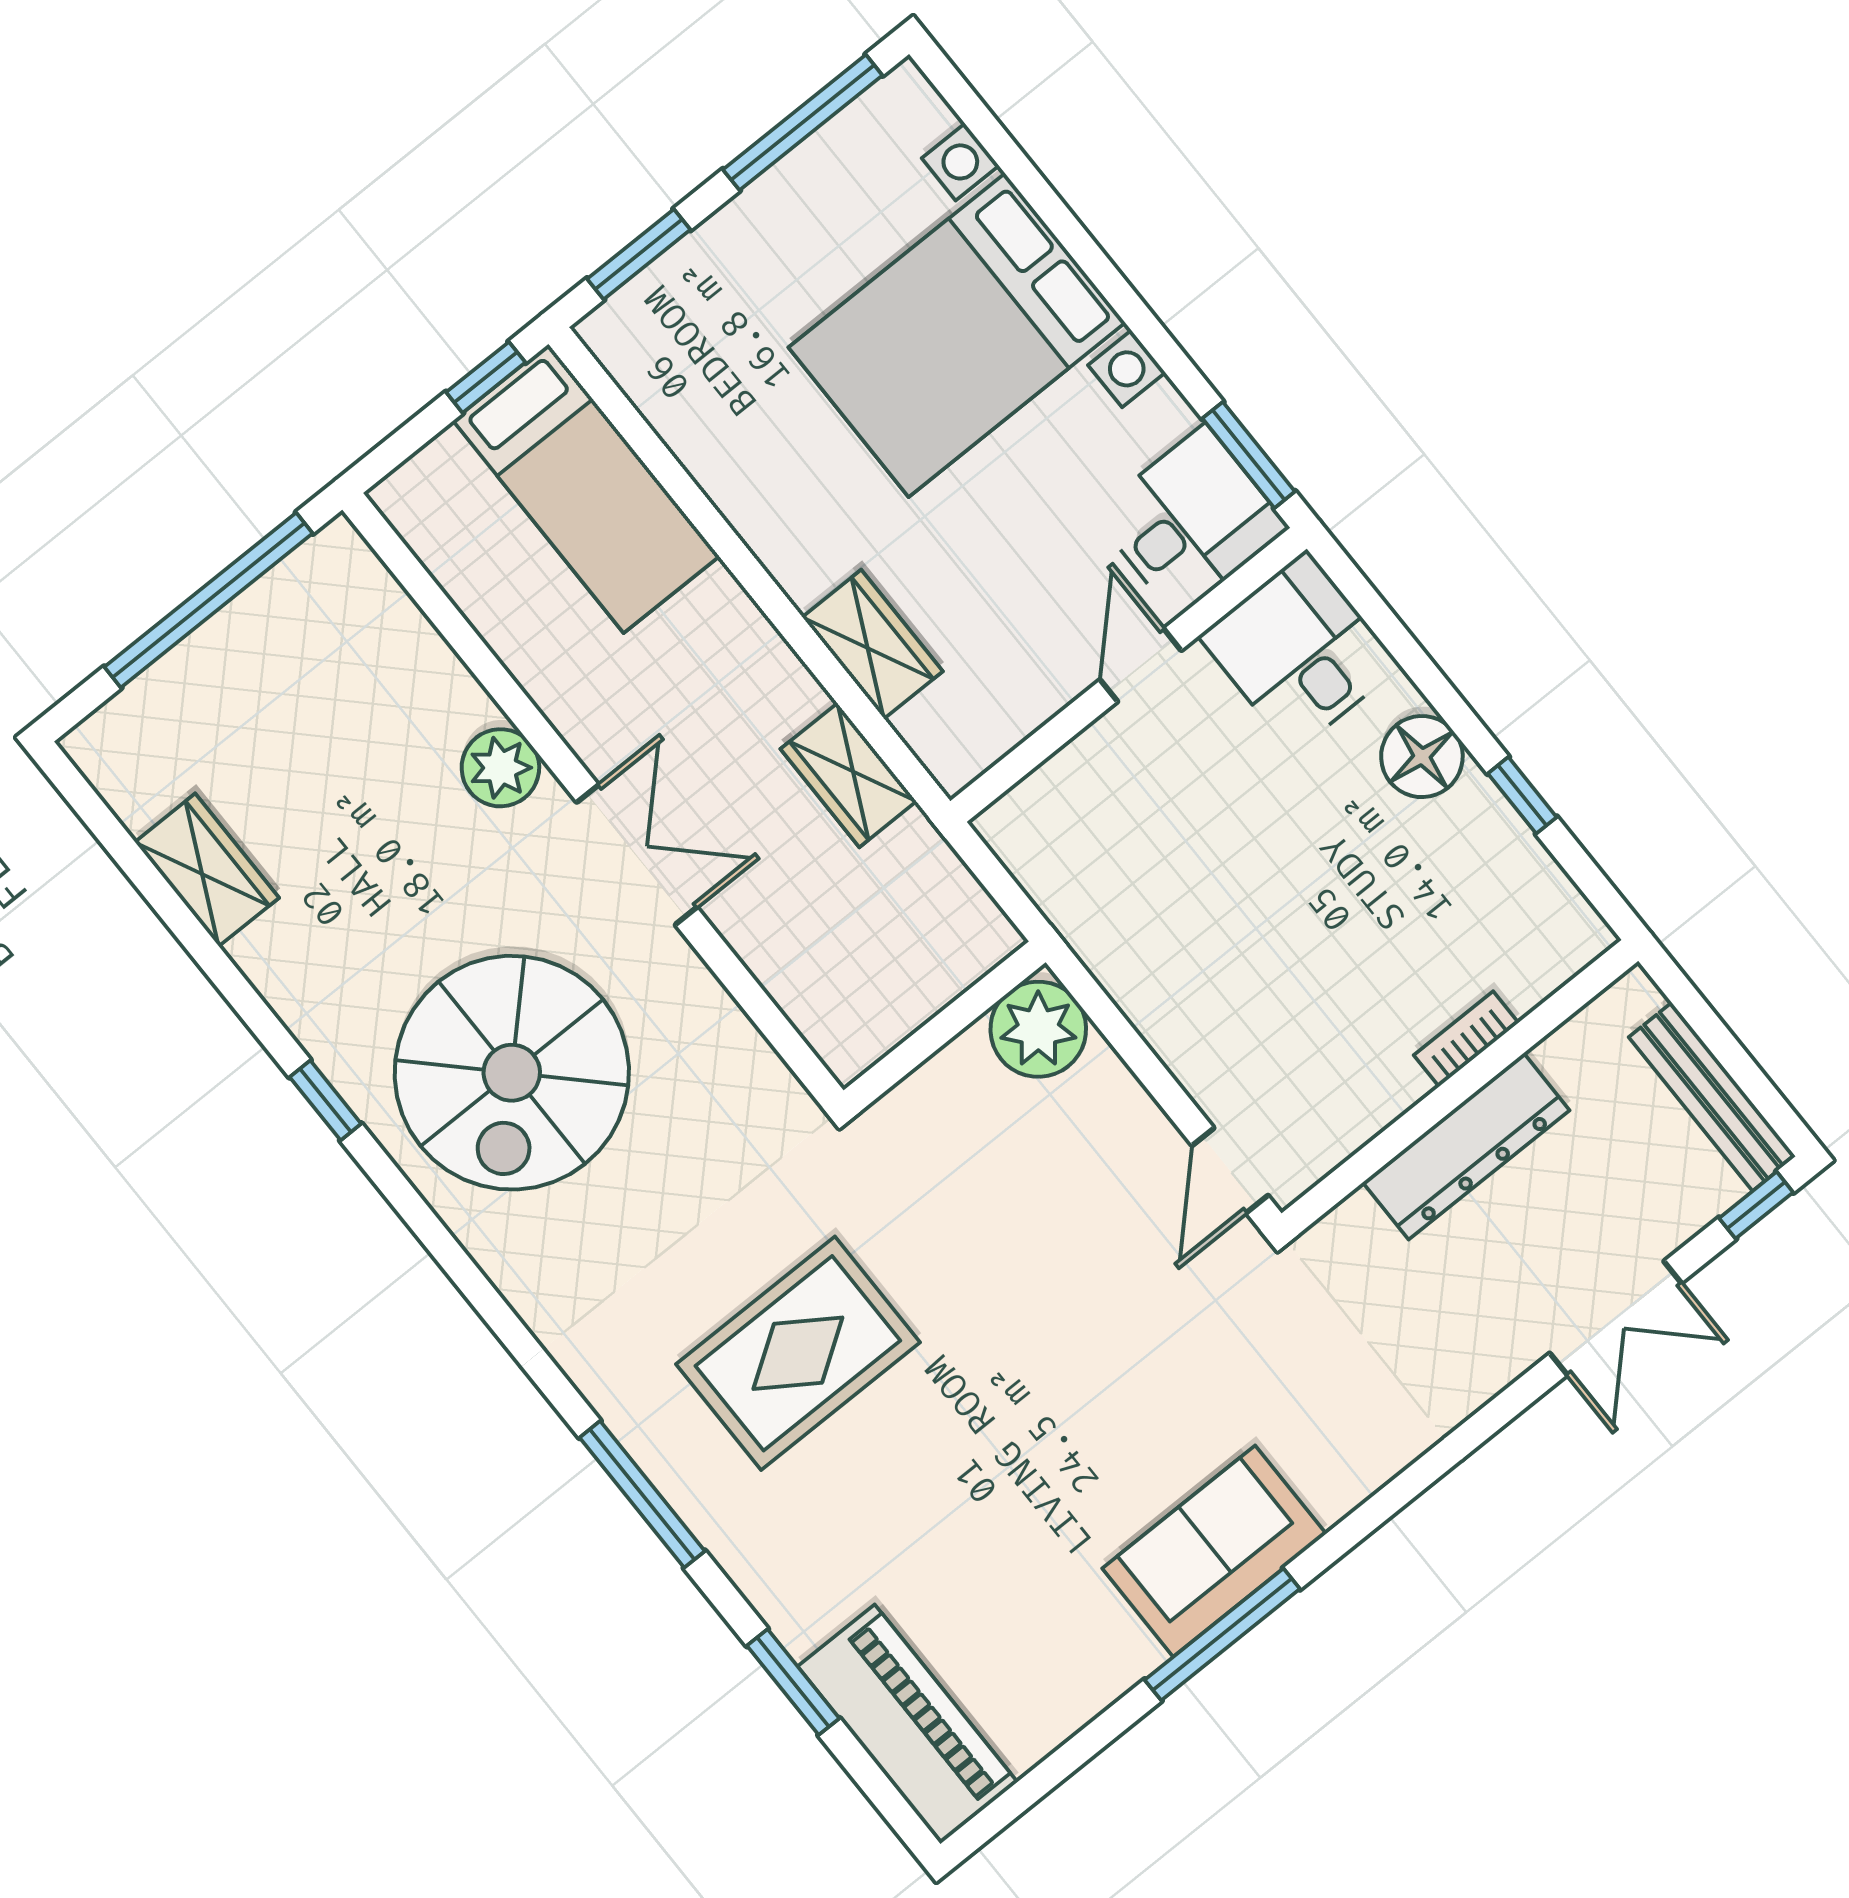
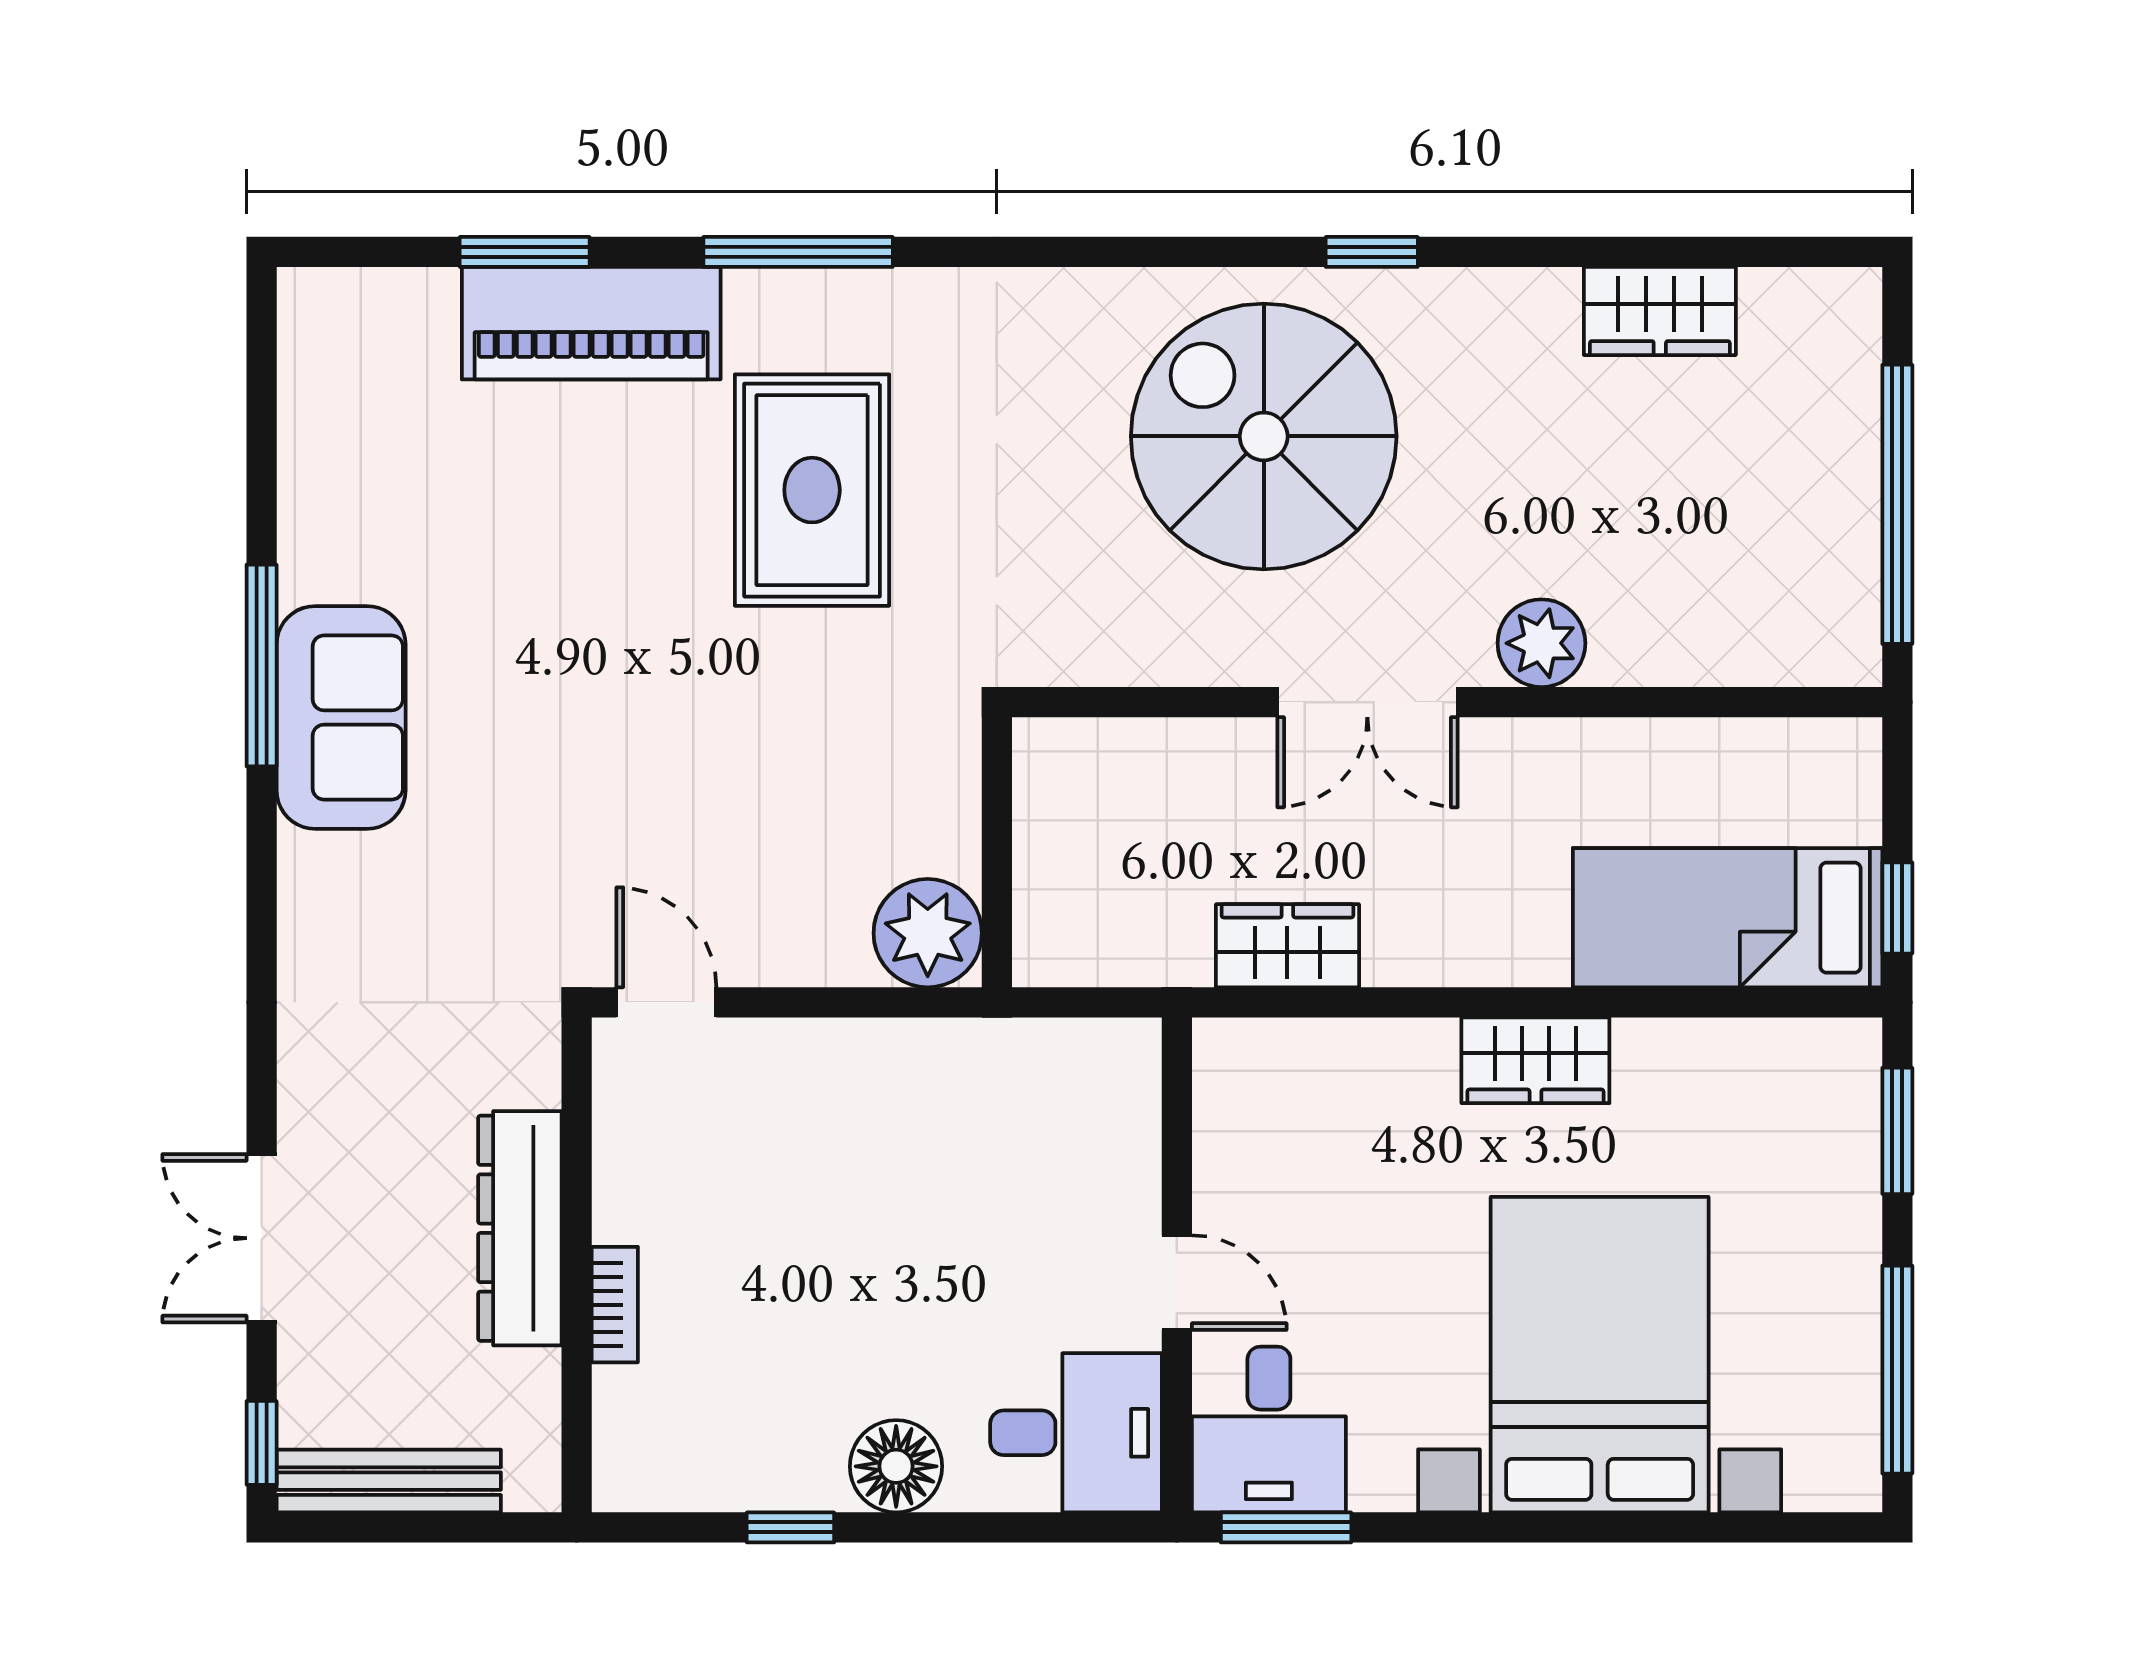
wardrobe: (873, 644) -> (1535, 1060), moved
piano: (908, 1724) -> (591, 323), moved

